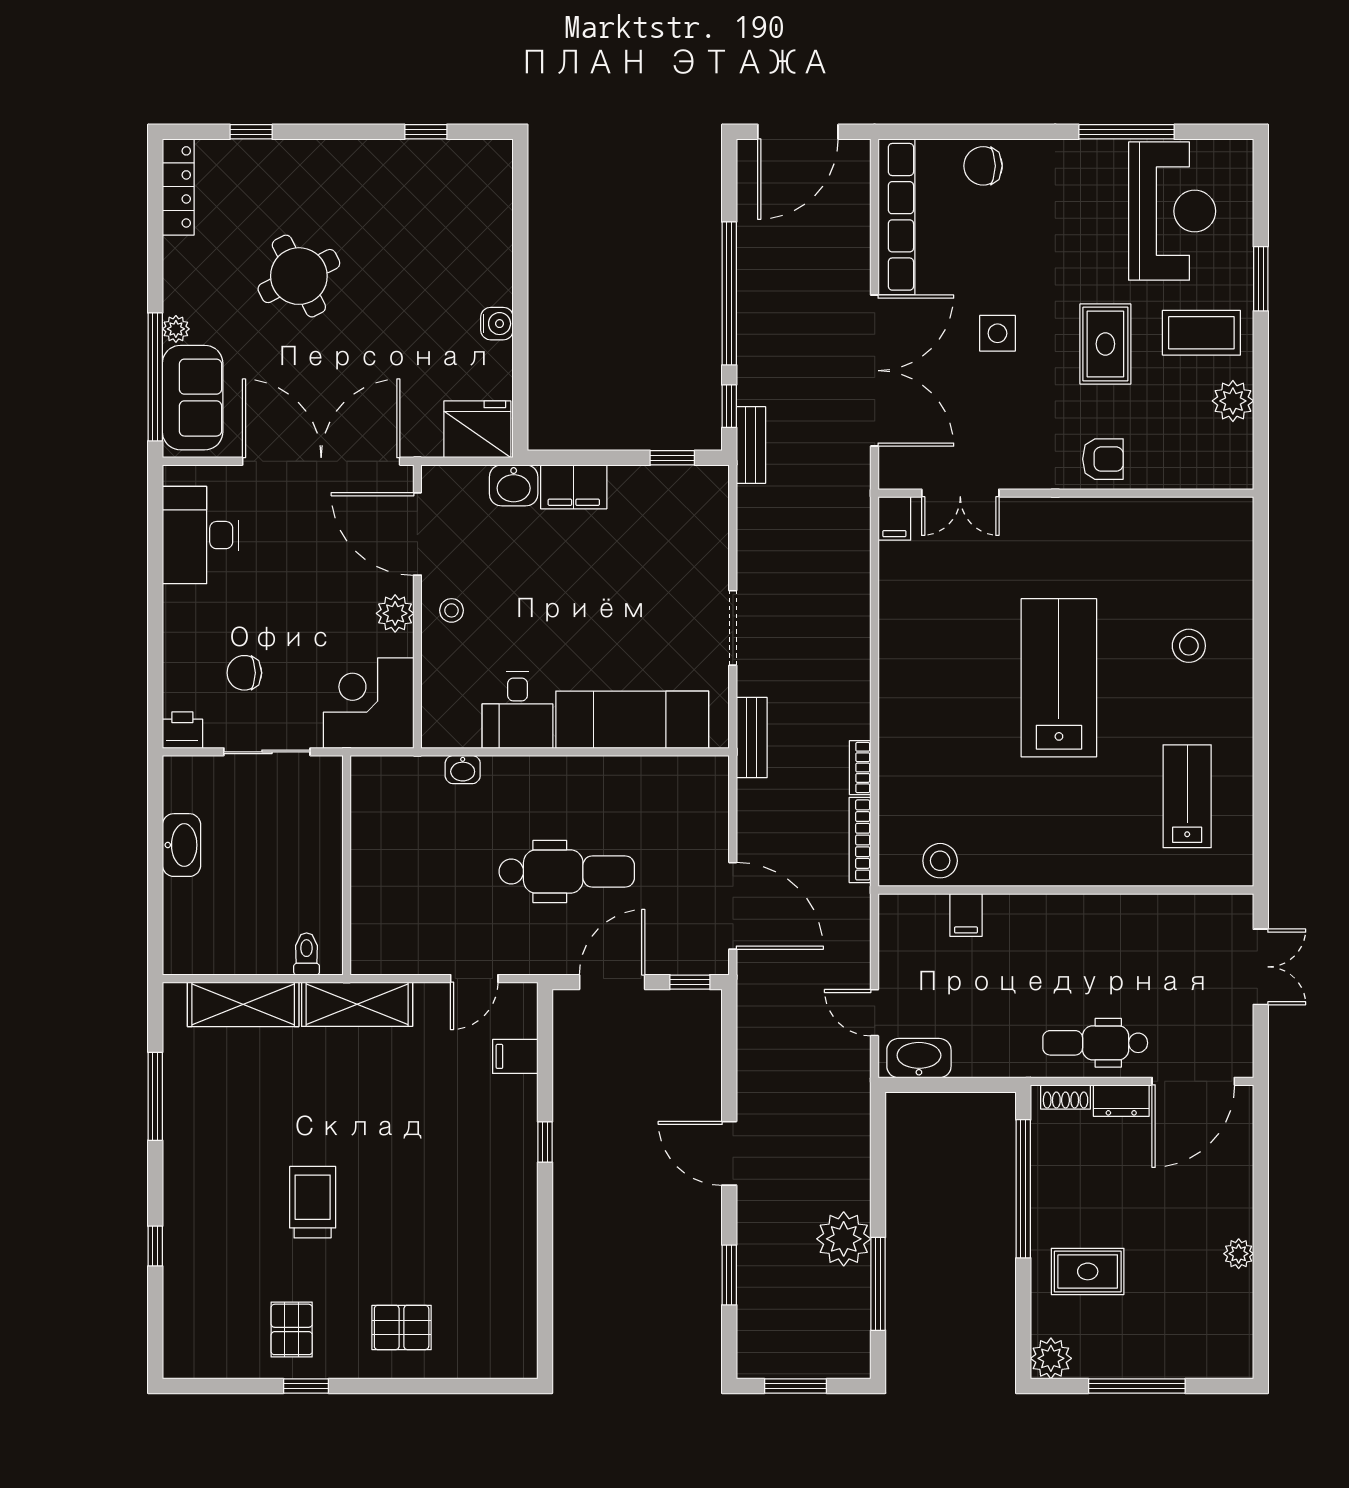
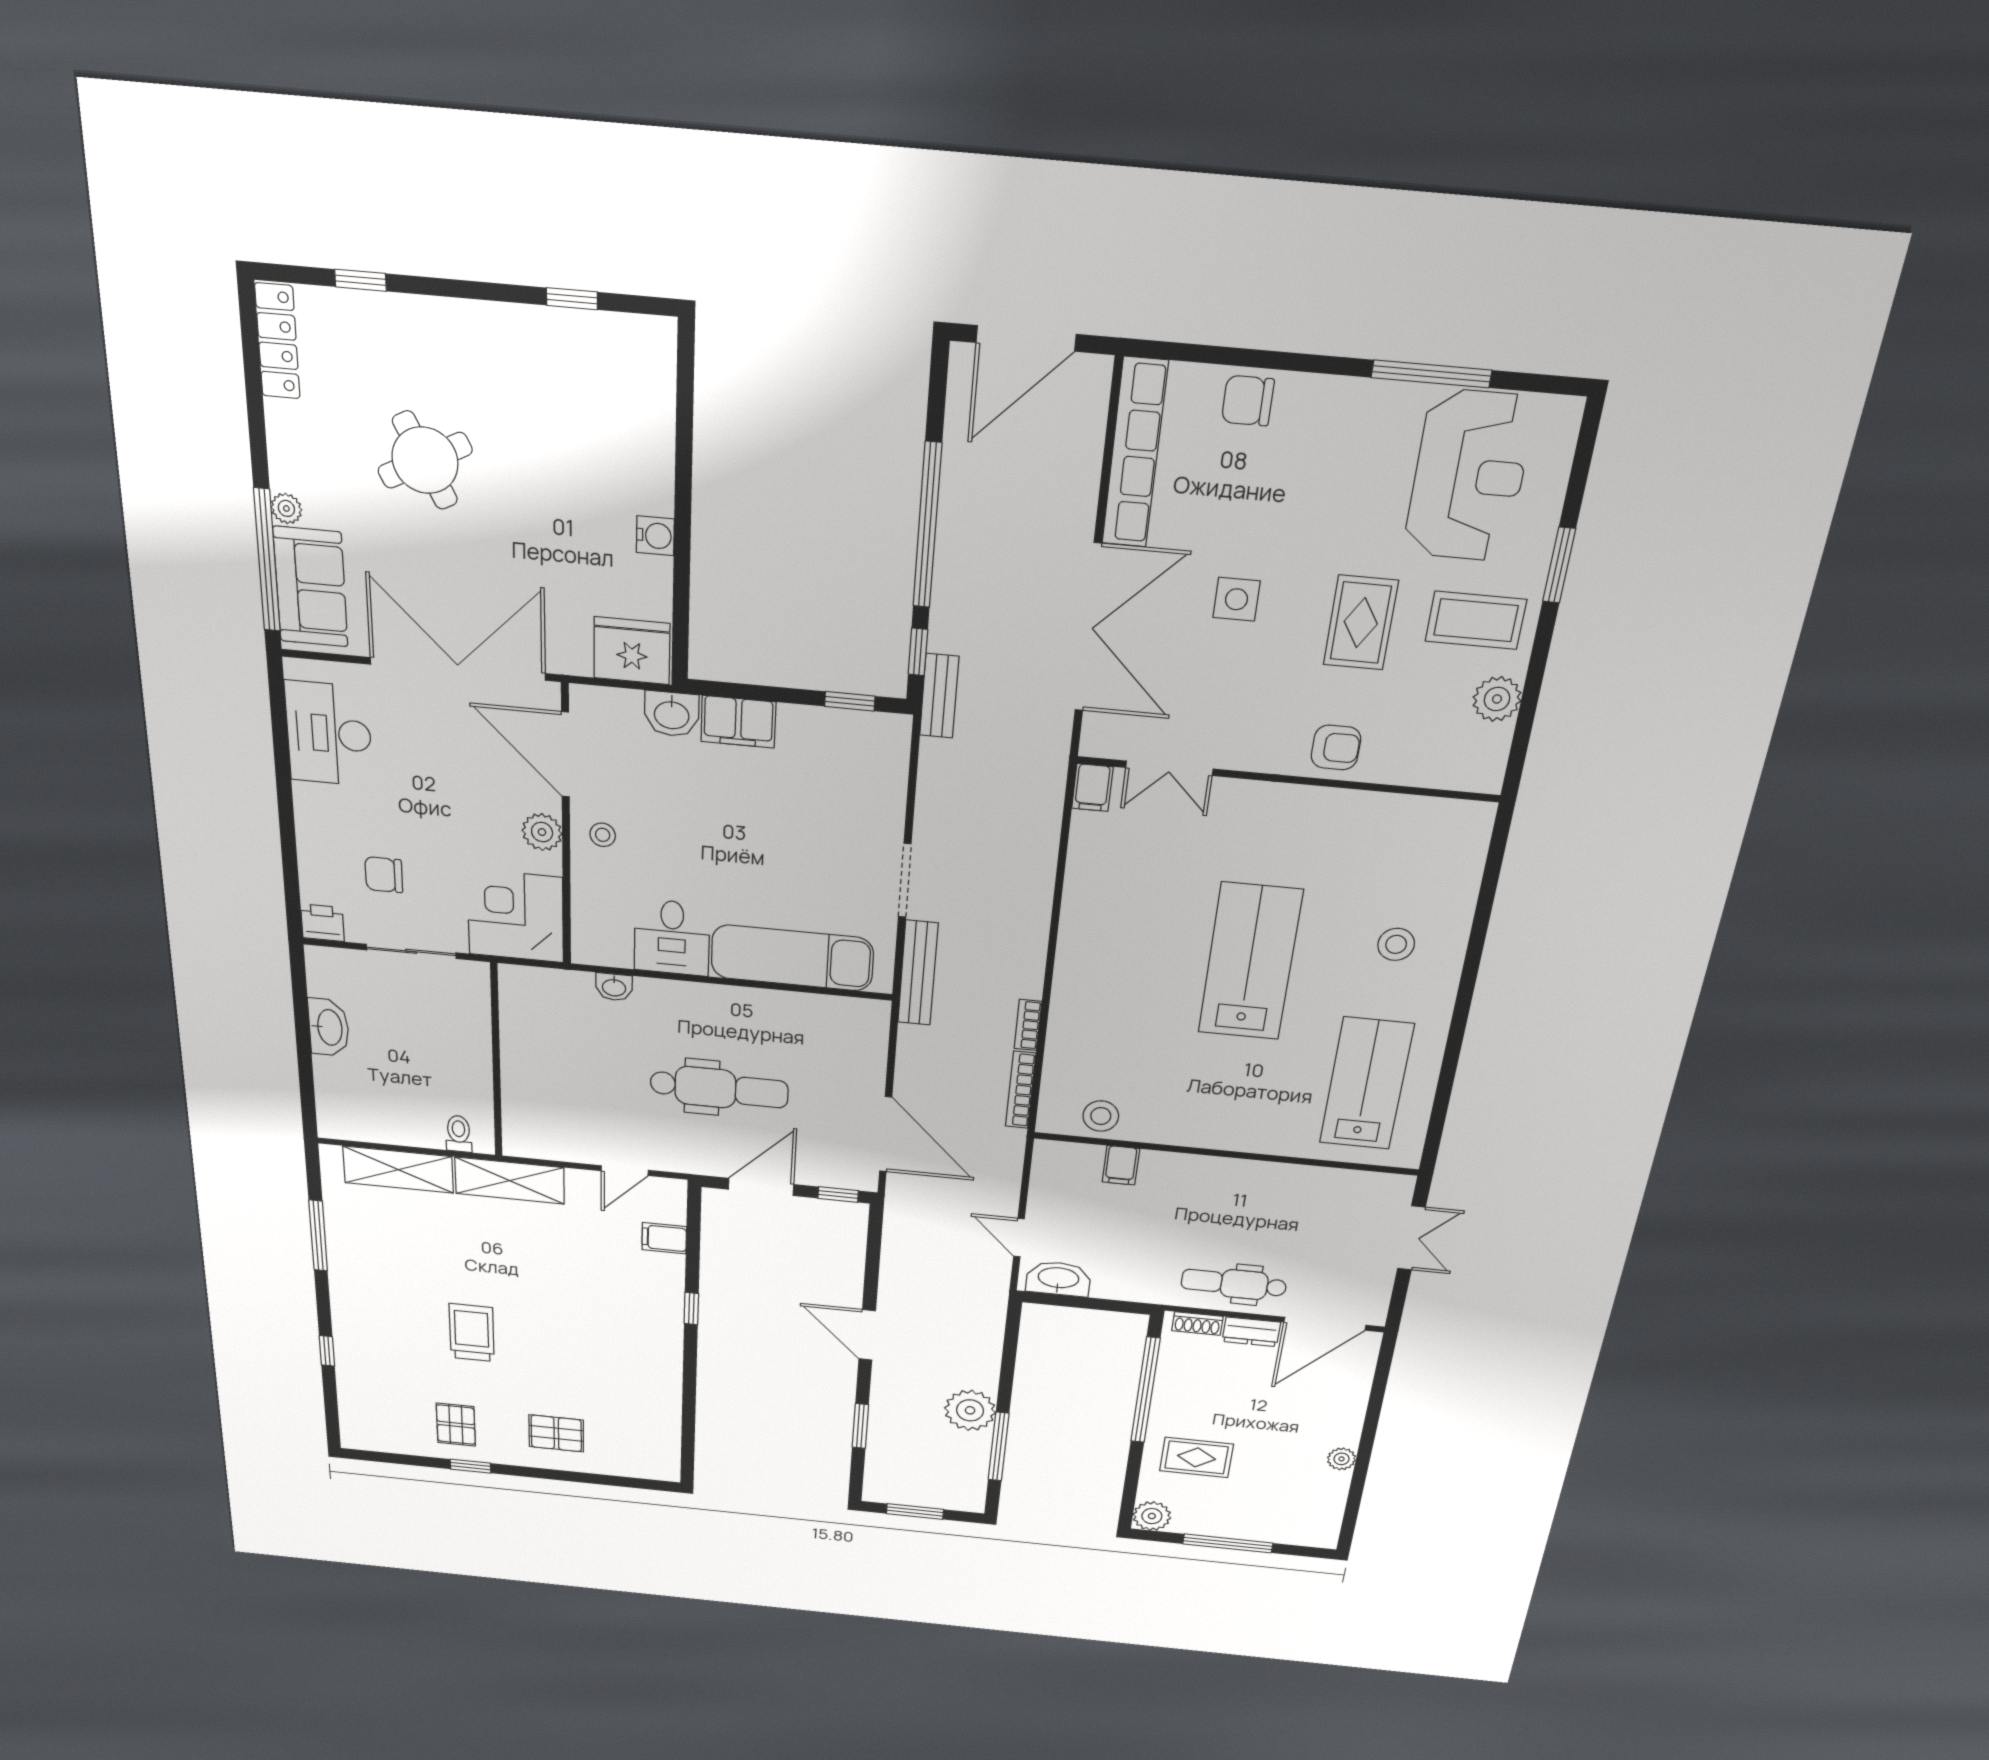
bench: (752, 738) -> (918, 973), width x1.36
lab bench: (1187, 796) -> (1366, 1084), width x1.36, depth x1.39

